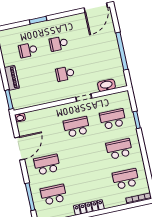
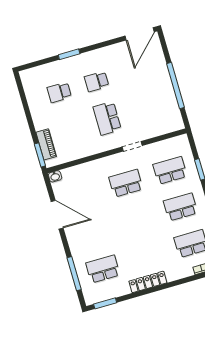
school desk: (65, 74) -> (107, 118), width x1.85
piano: (12, 78) -> (46, 144), moved
washbasin: (106, 85) -> (159, 129), removed
door: (20, 148) -> (57, 215), hinge flipped
school desk: (47, 165) -> (92, 232), removed

